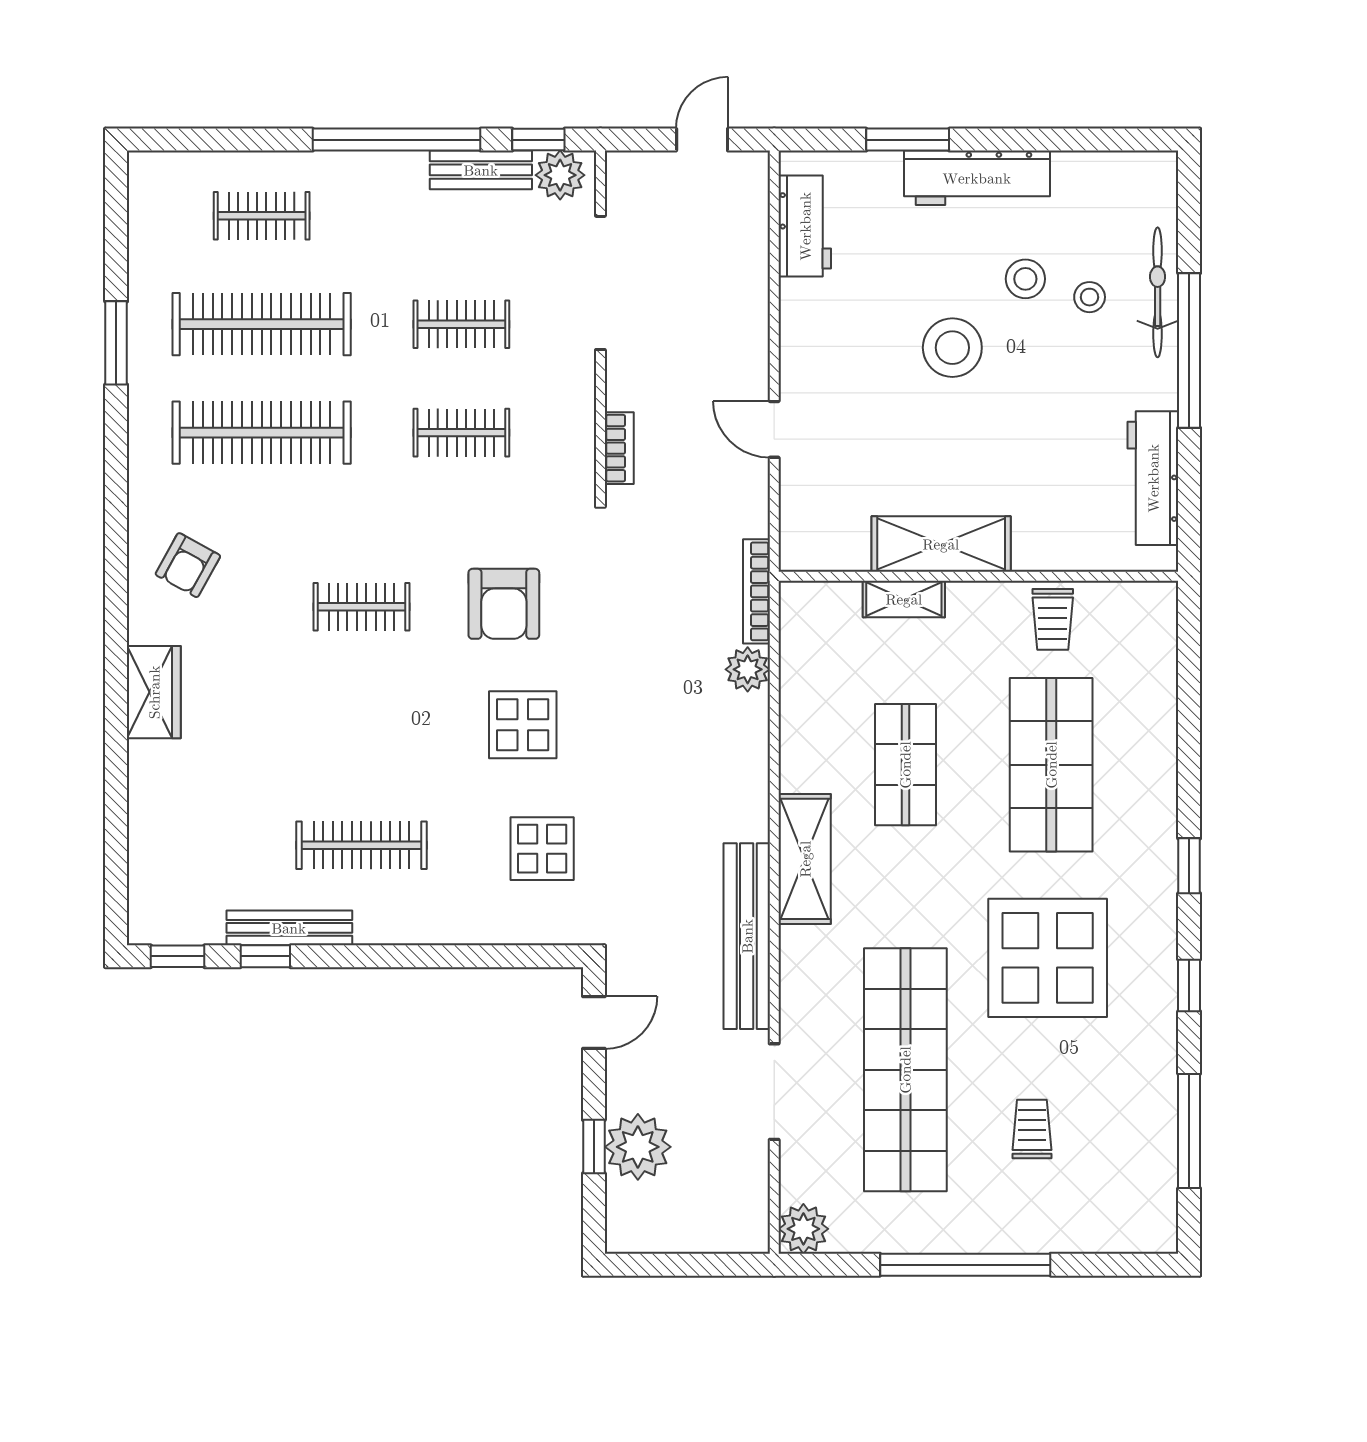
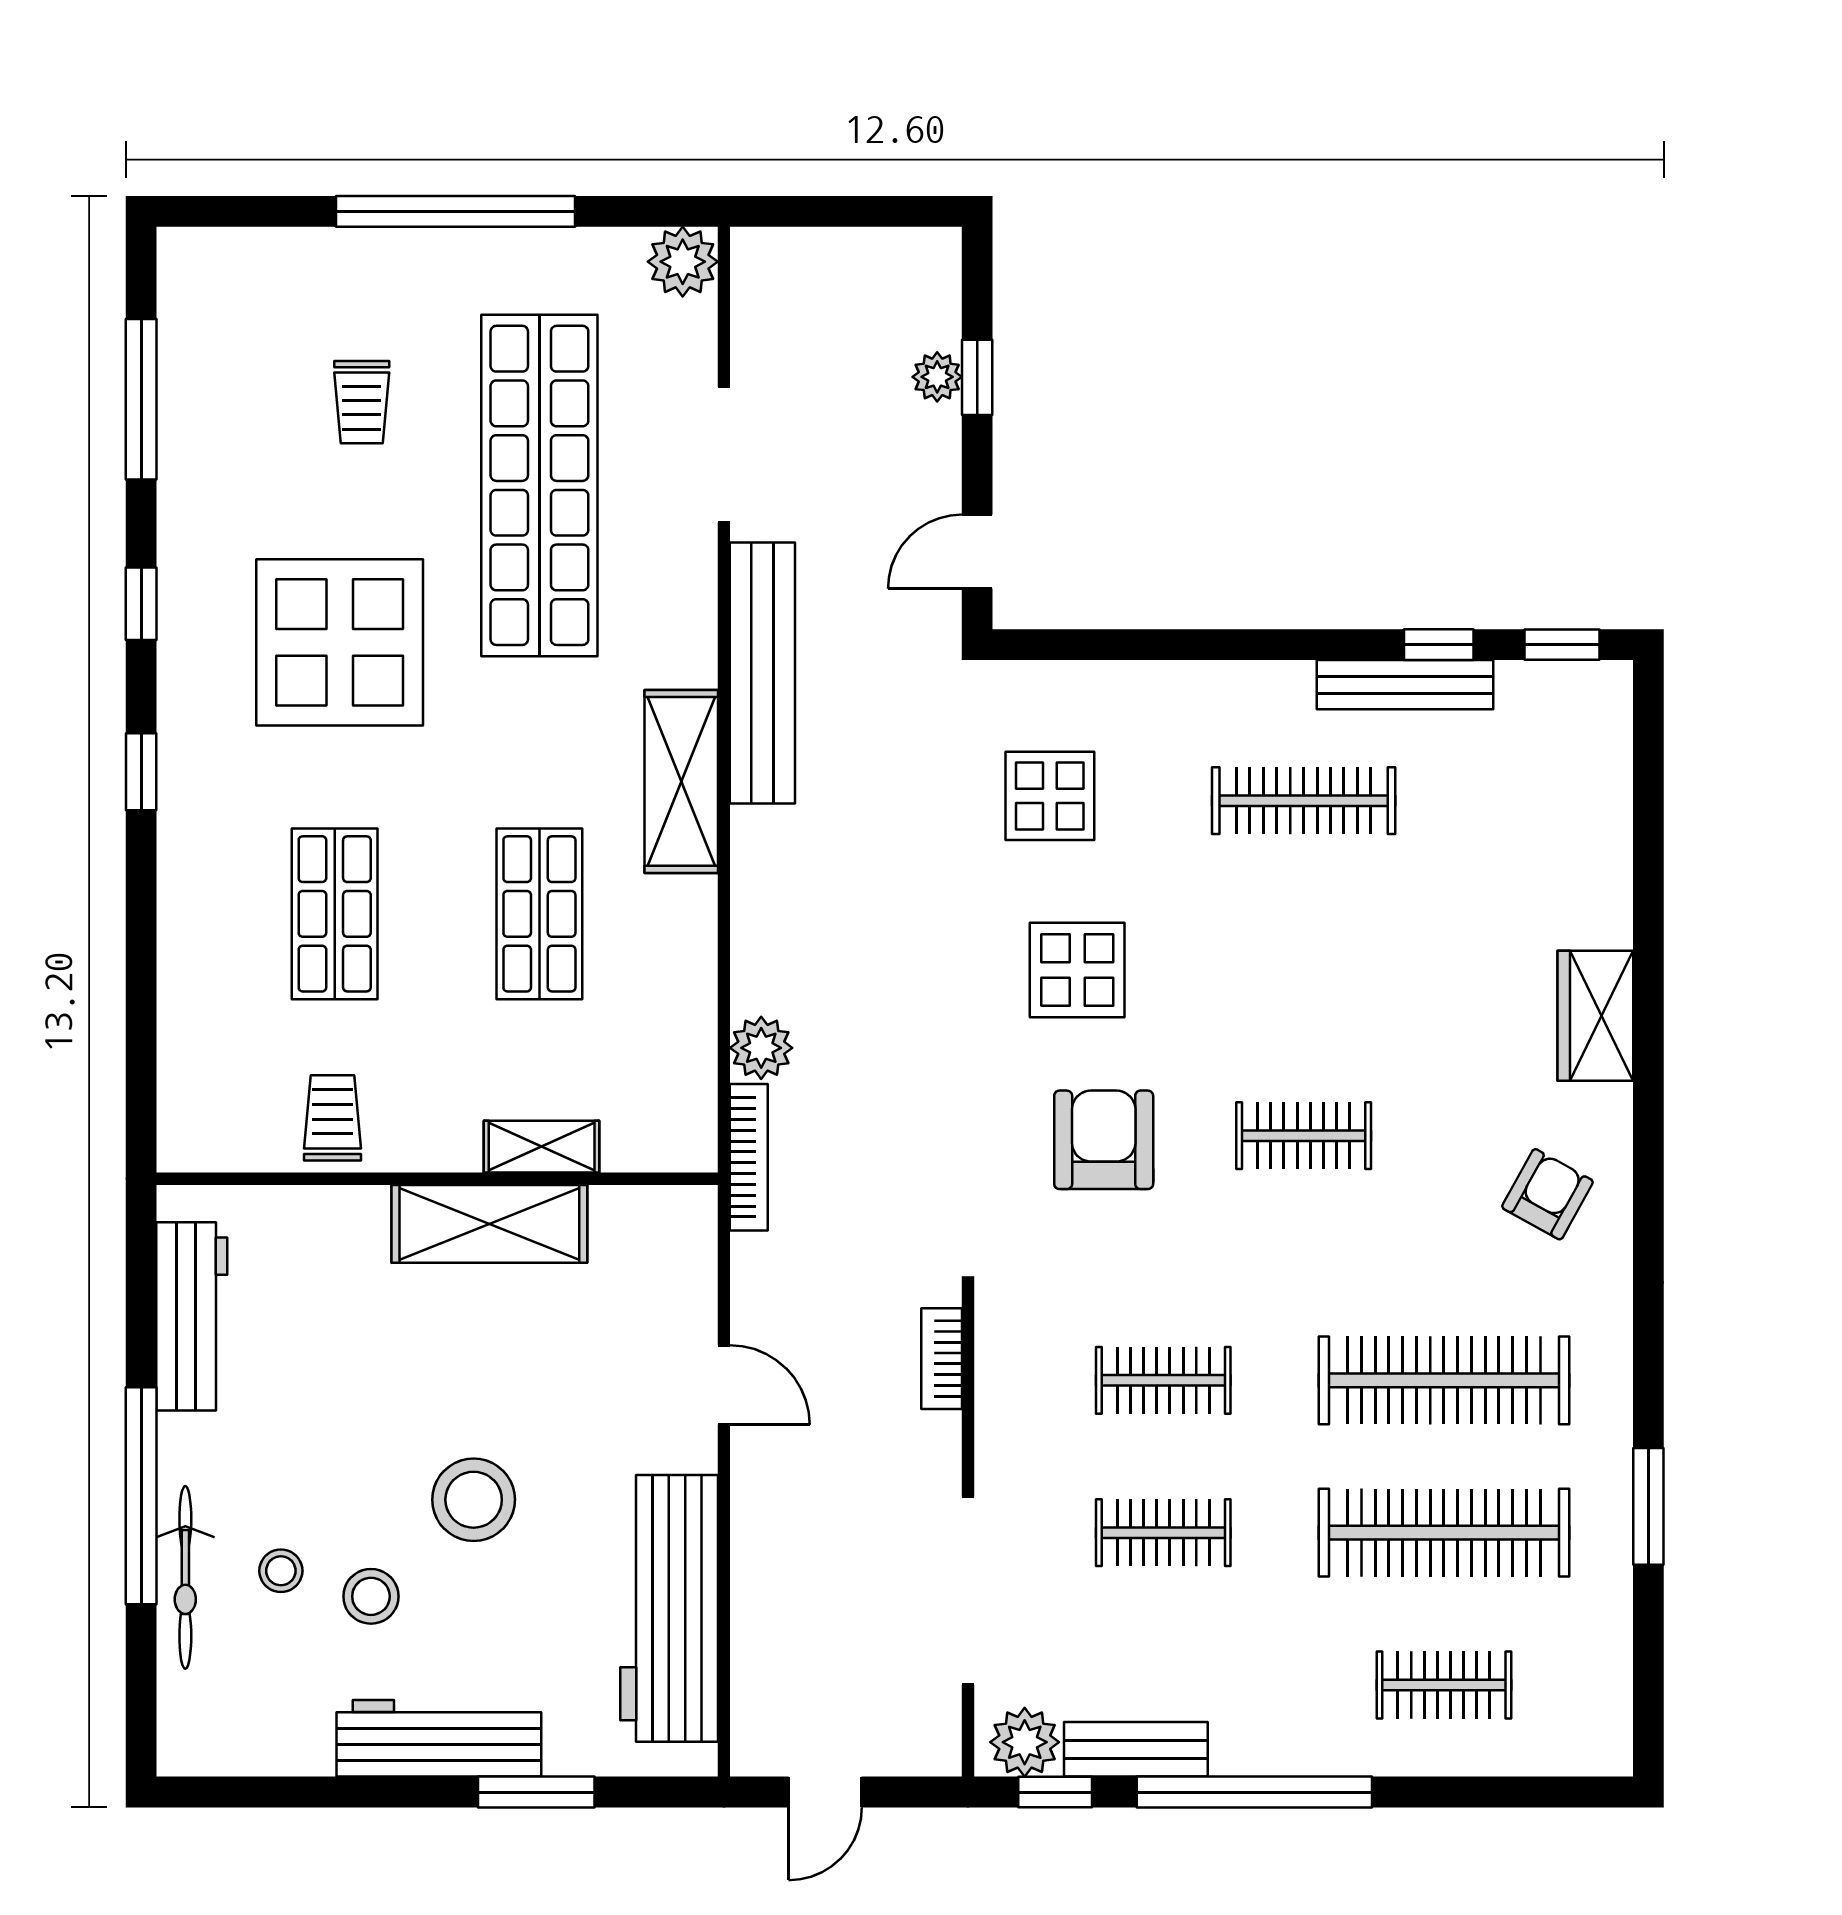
workbench: (805, 226) -> (669, 1608), width x1.88, depth x1.32
shop shelf: (1051, 765) -> (335, 914), width x0.70, depth x0.74
plant: (638, 1147) -> (937, 377), width x0.53, depth x0.53

